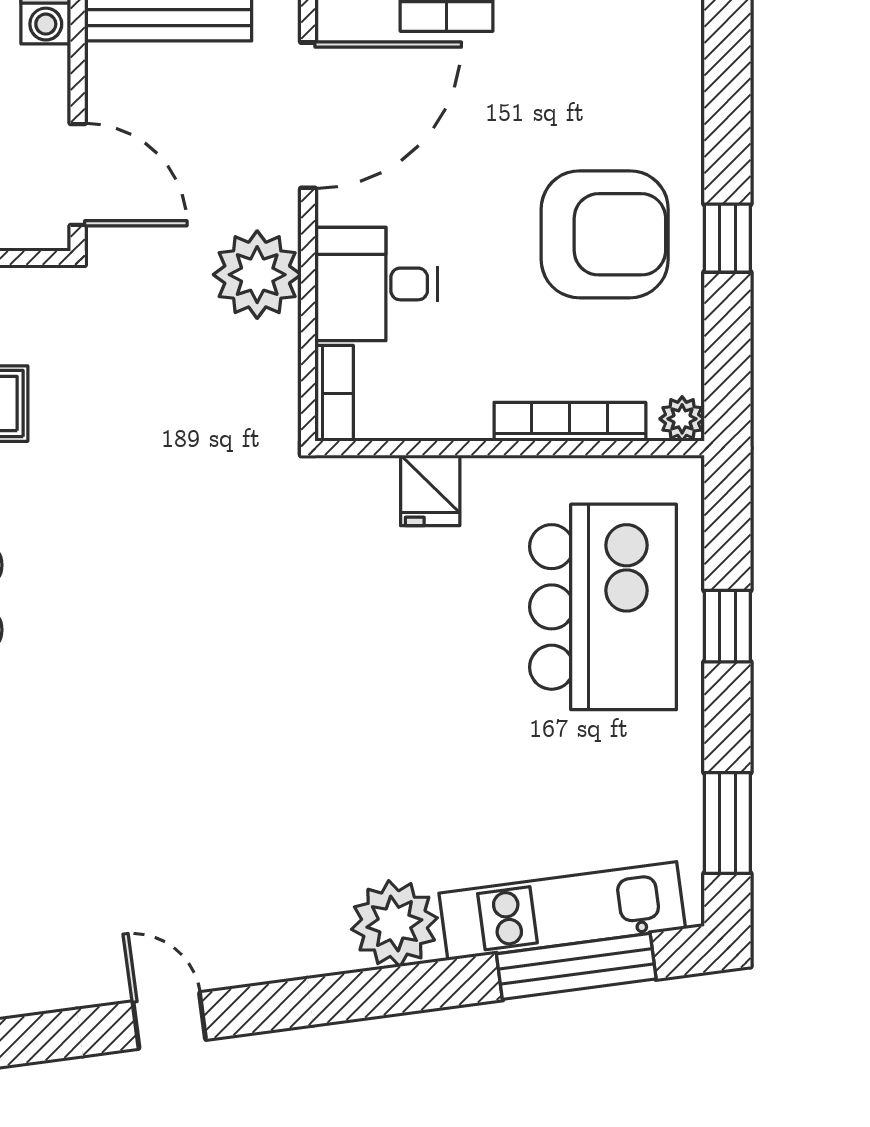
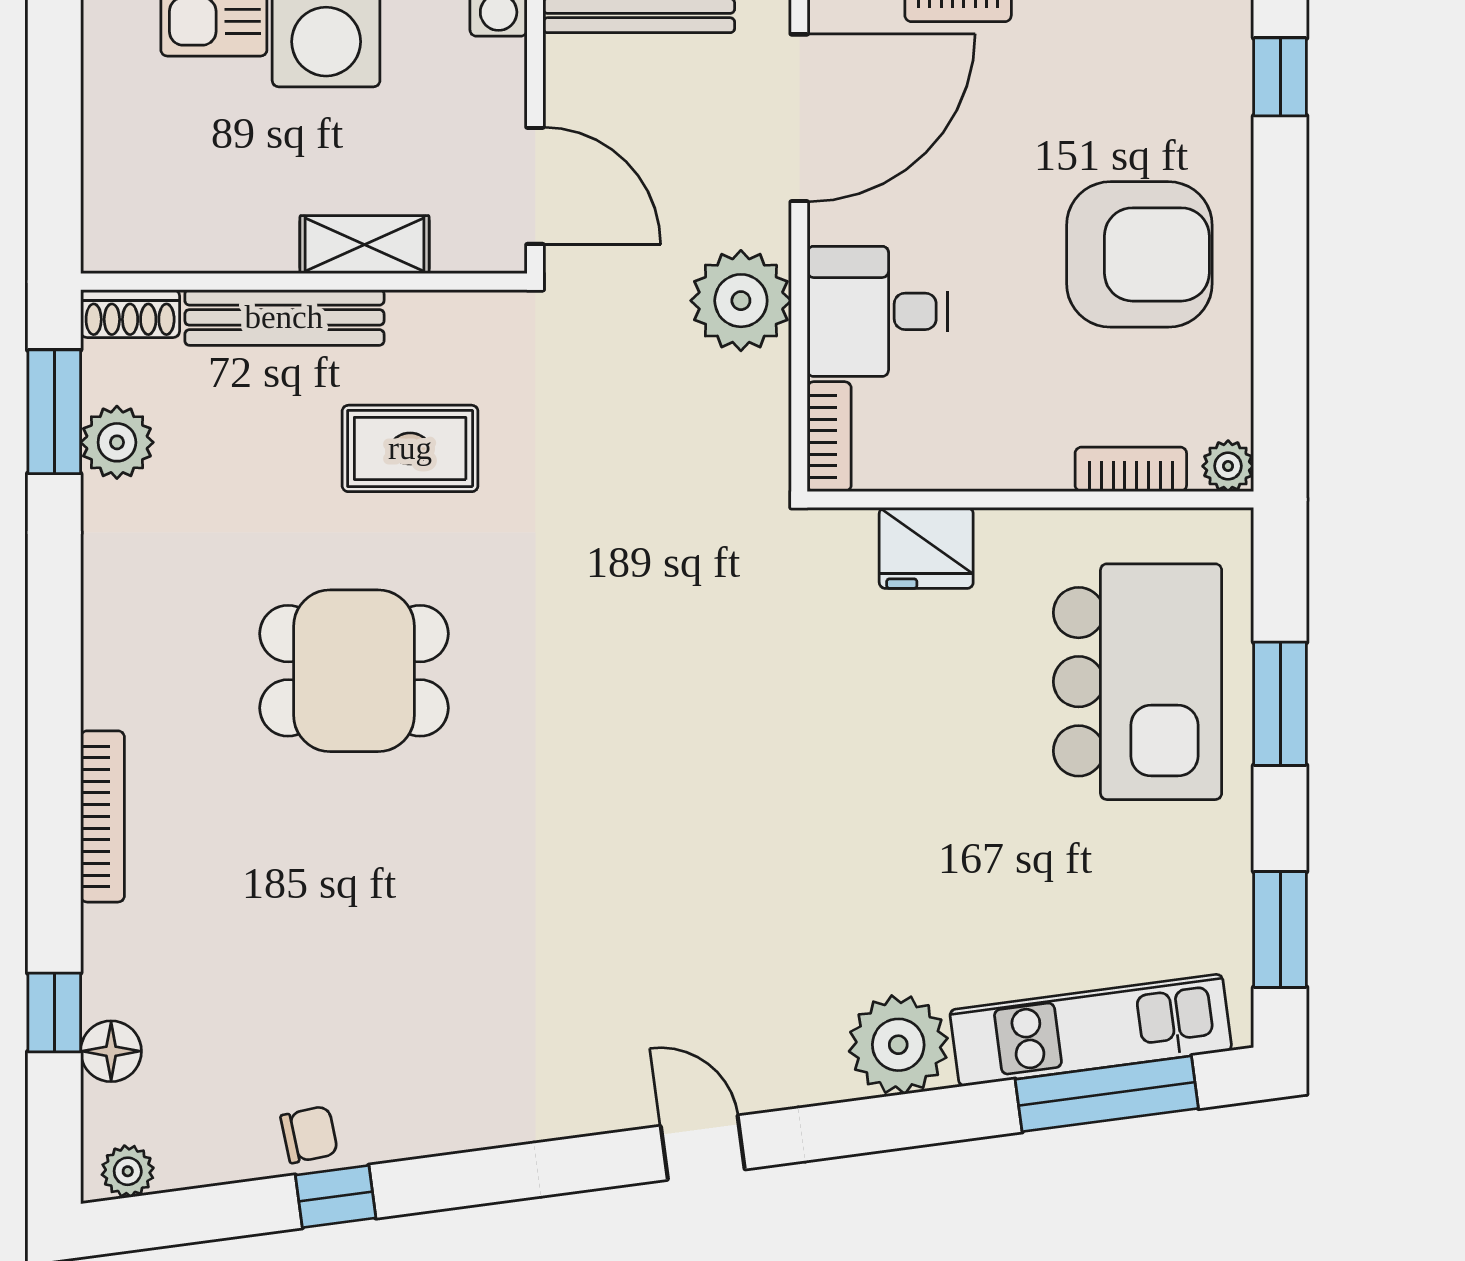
window: (727, 238) -> (1280, 77), moved
bookcase: (570, 422) -> (1131, 469), width x0.64
fridge: (430, 490) -> (926, 548), width x1.38
window: (727, 626) -> (1280, 704), width x1.50
door: (169, 1021) -> (703, 1148), moved

